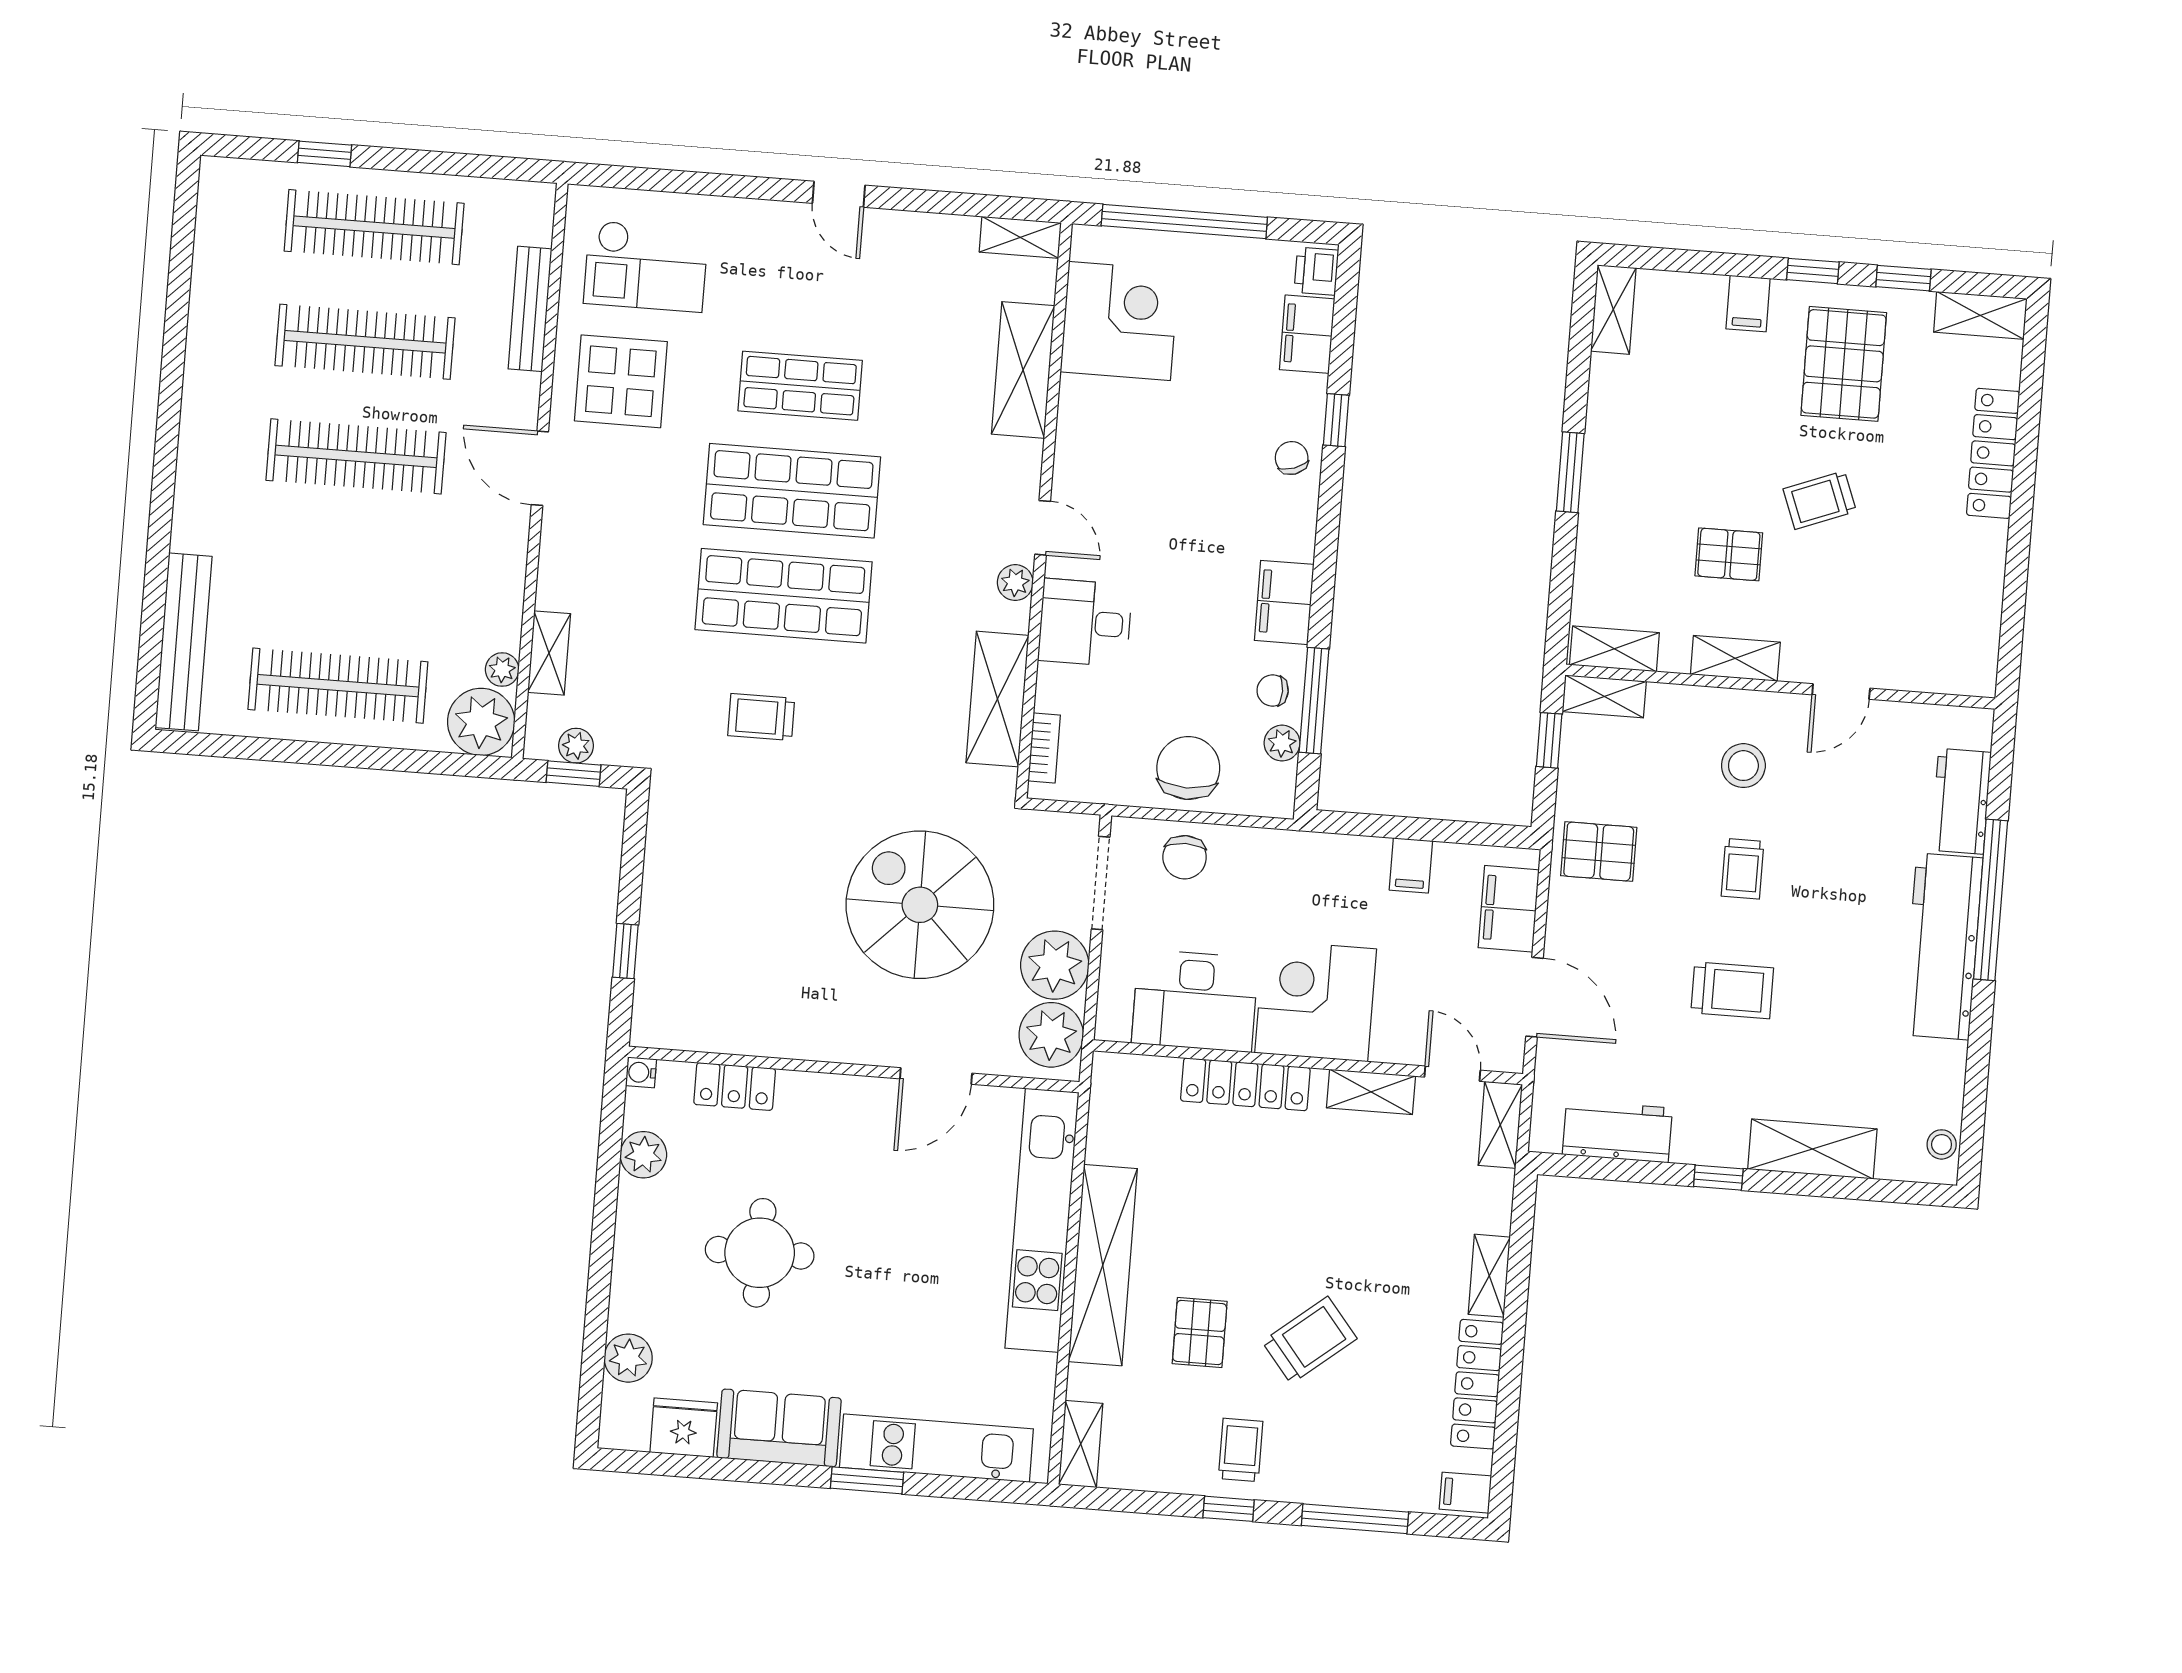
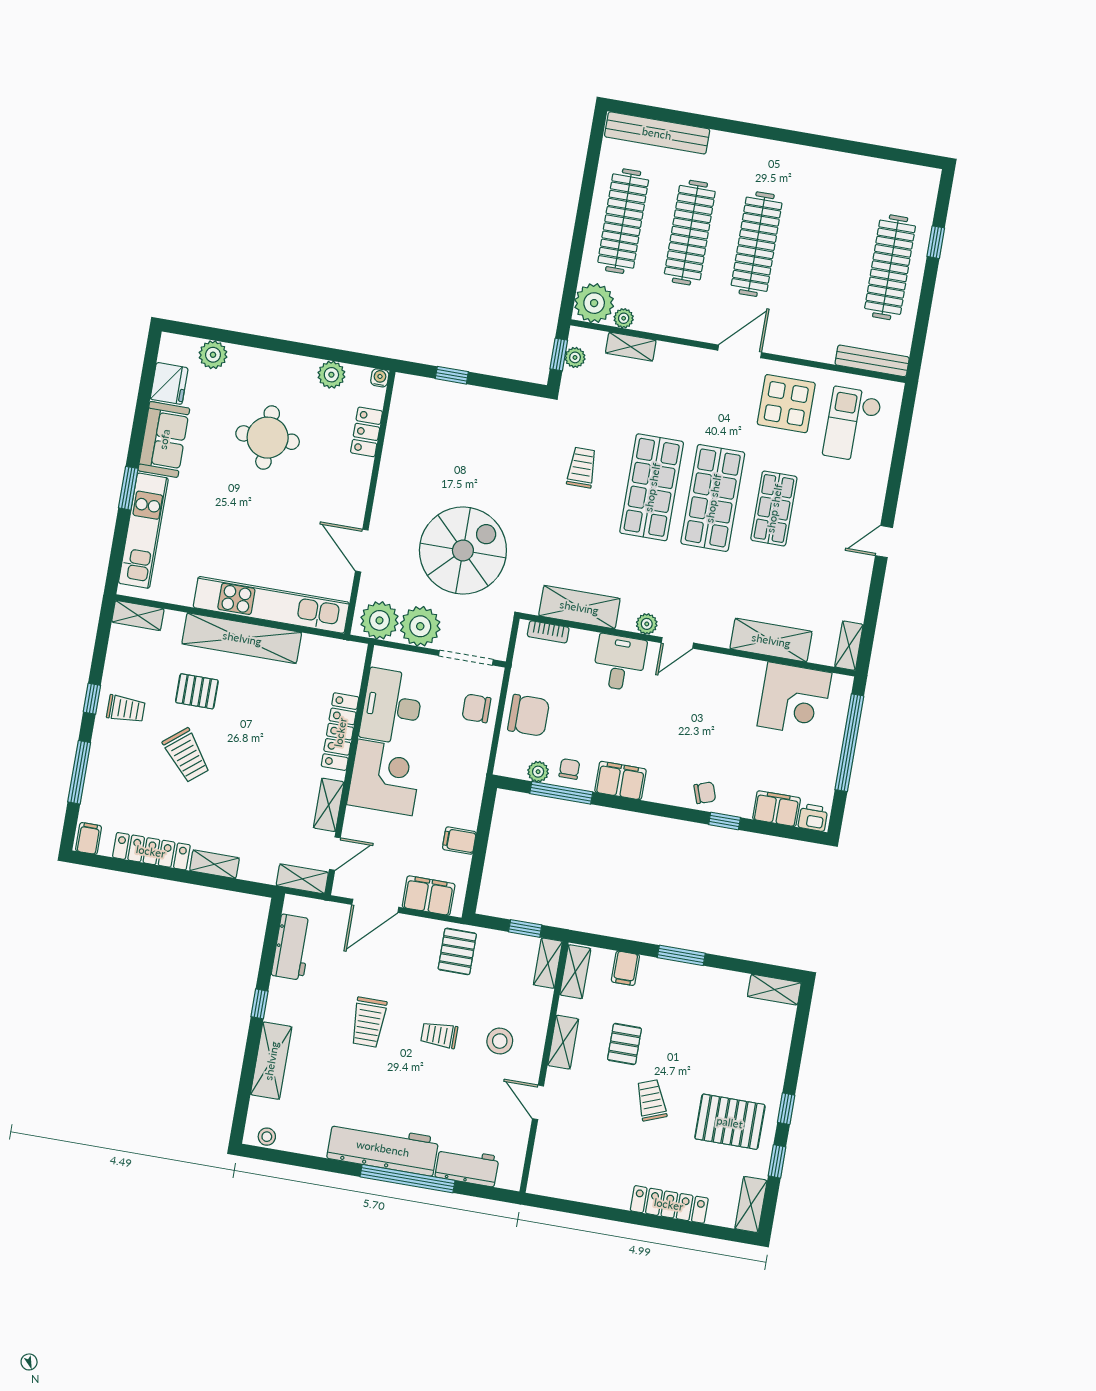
filing cabinet: (1748, 304) -> (625, 968), moved, turned -90
bench: (530, 309) -> (872, 361), moved
clothes rail: (365, 342) -> (690, 233), moved

